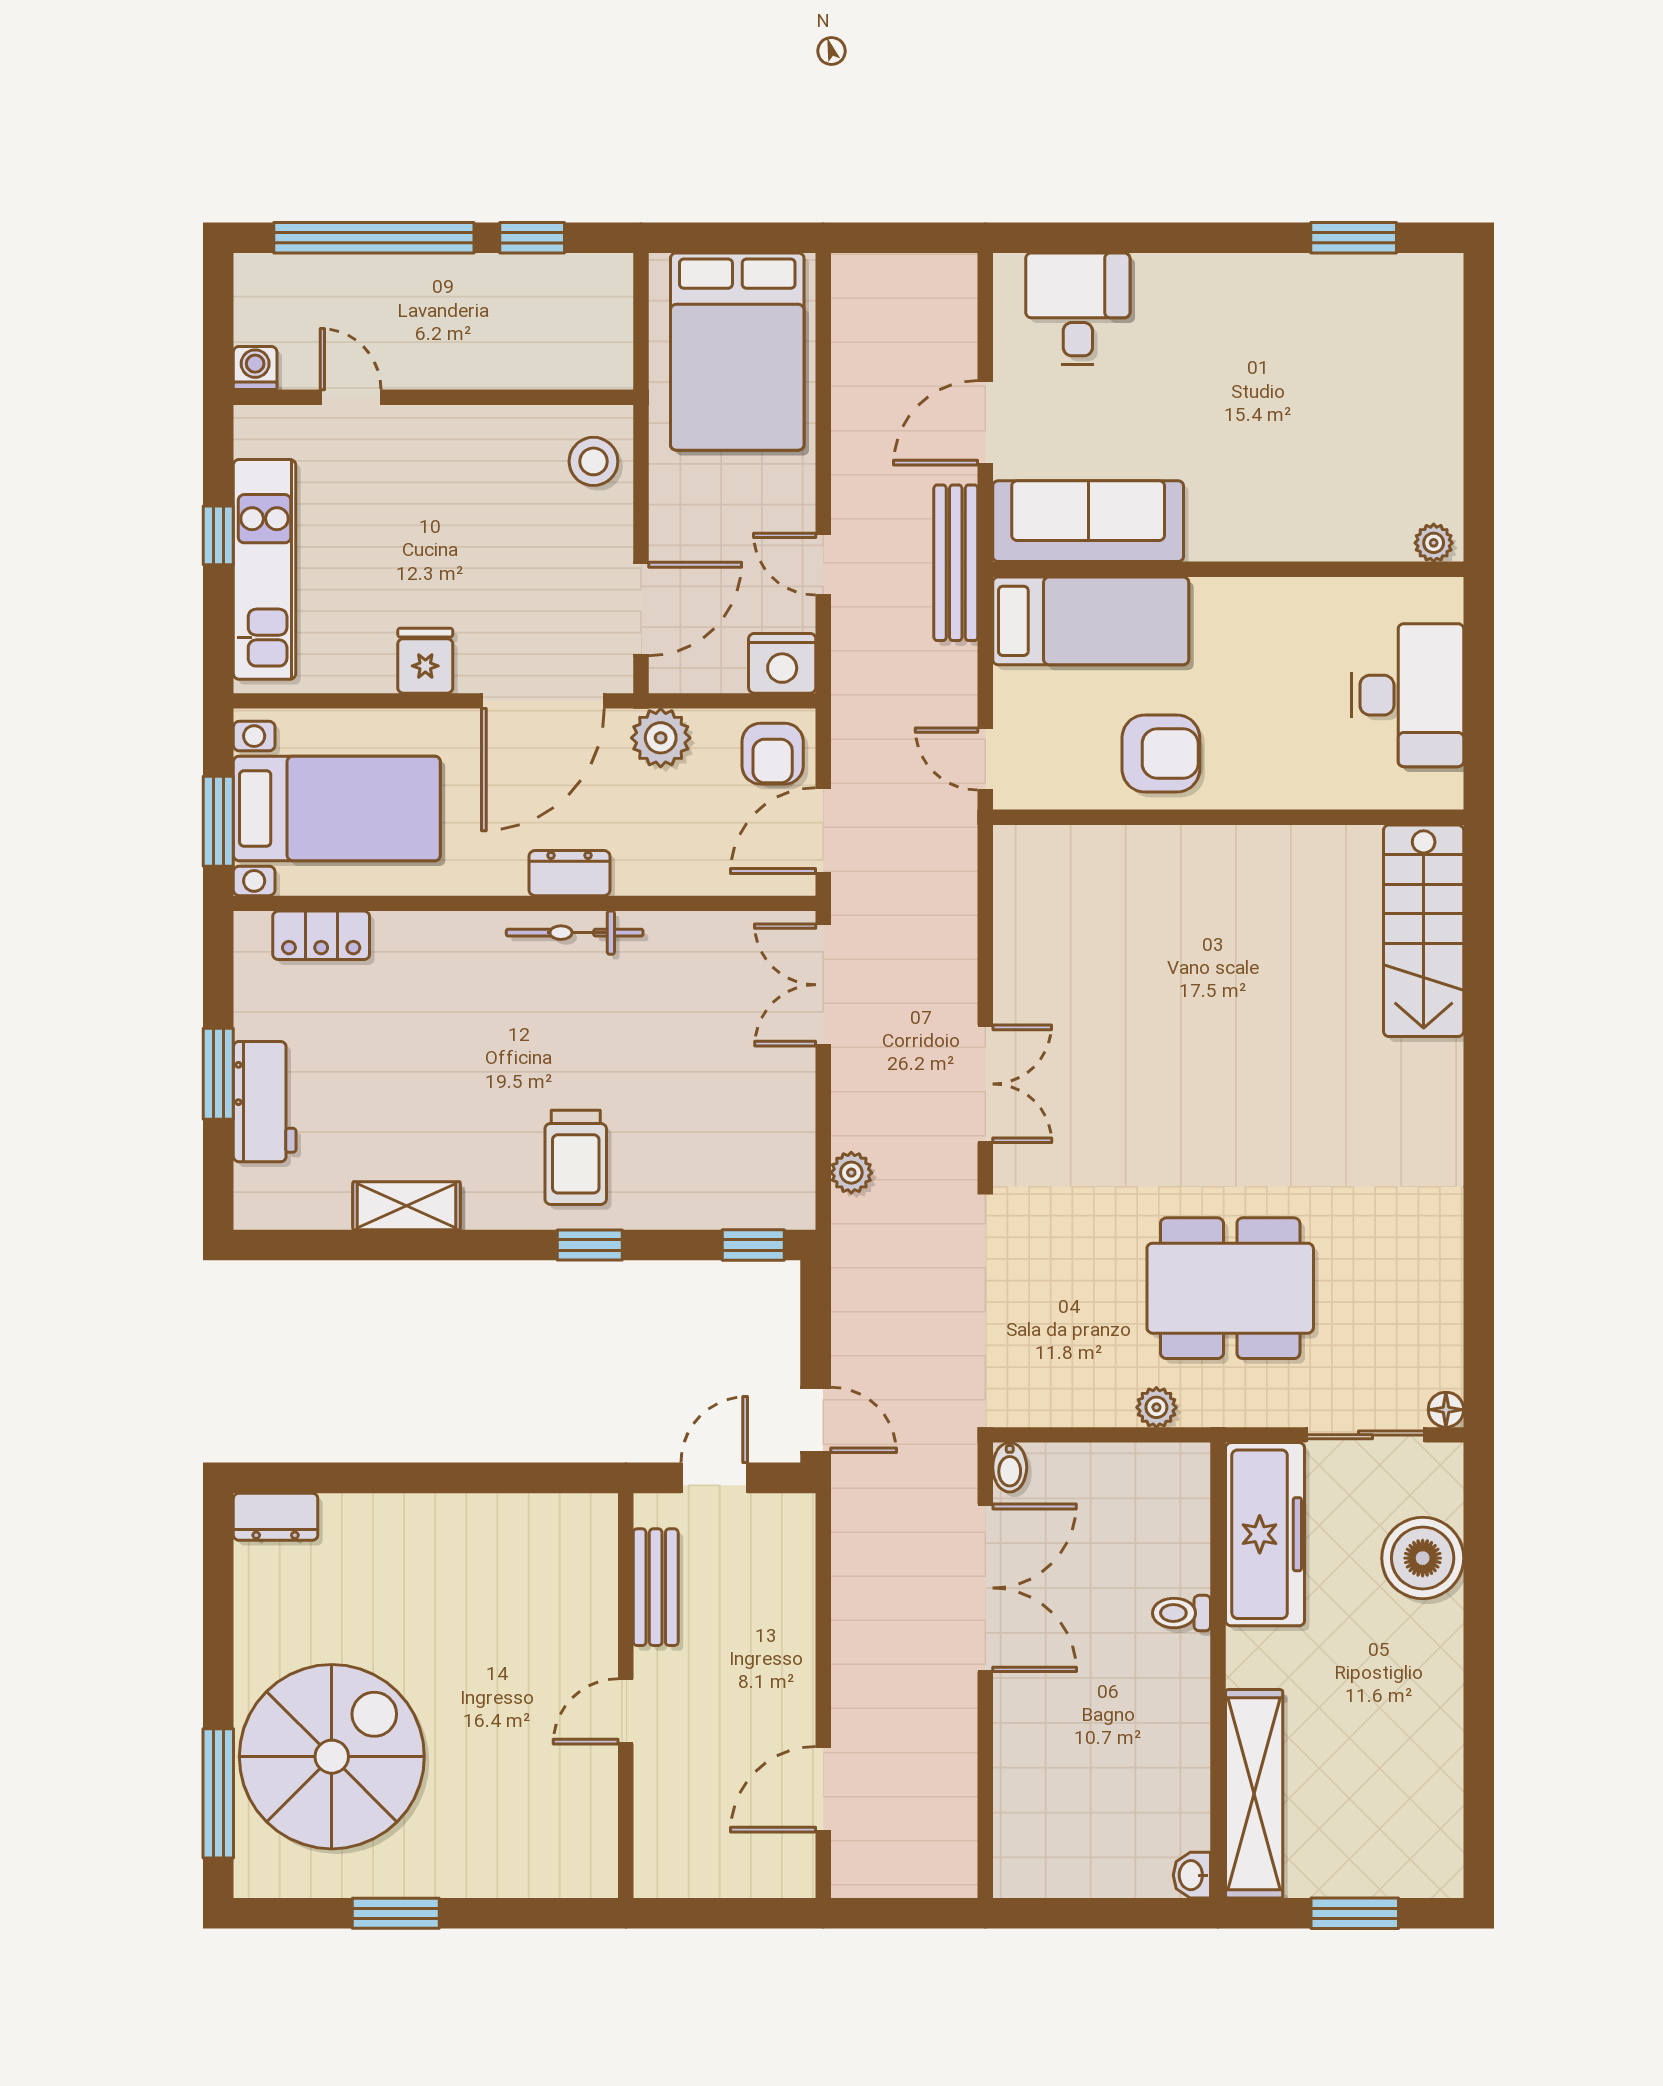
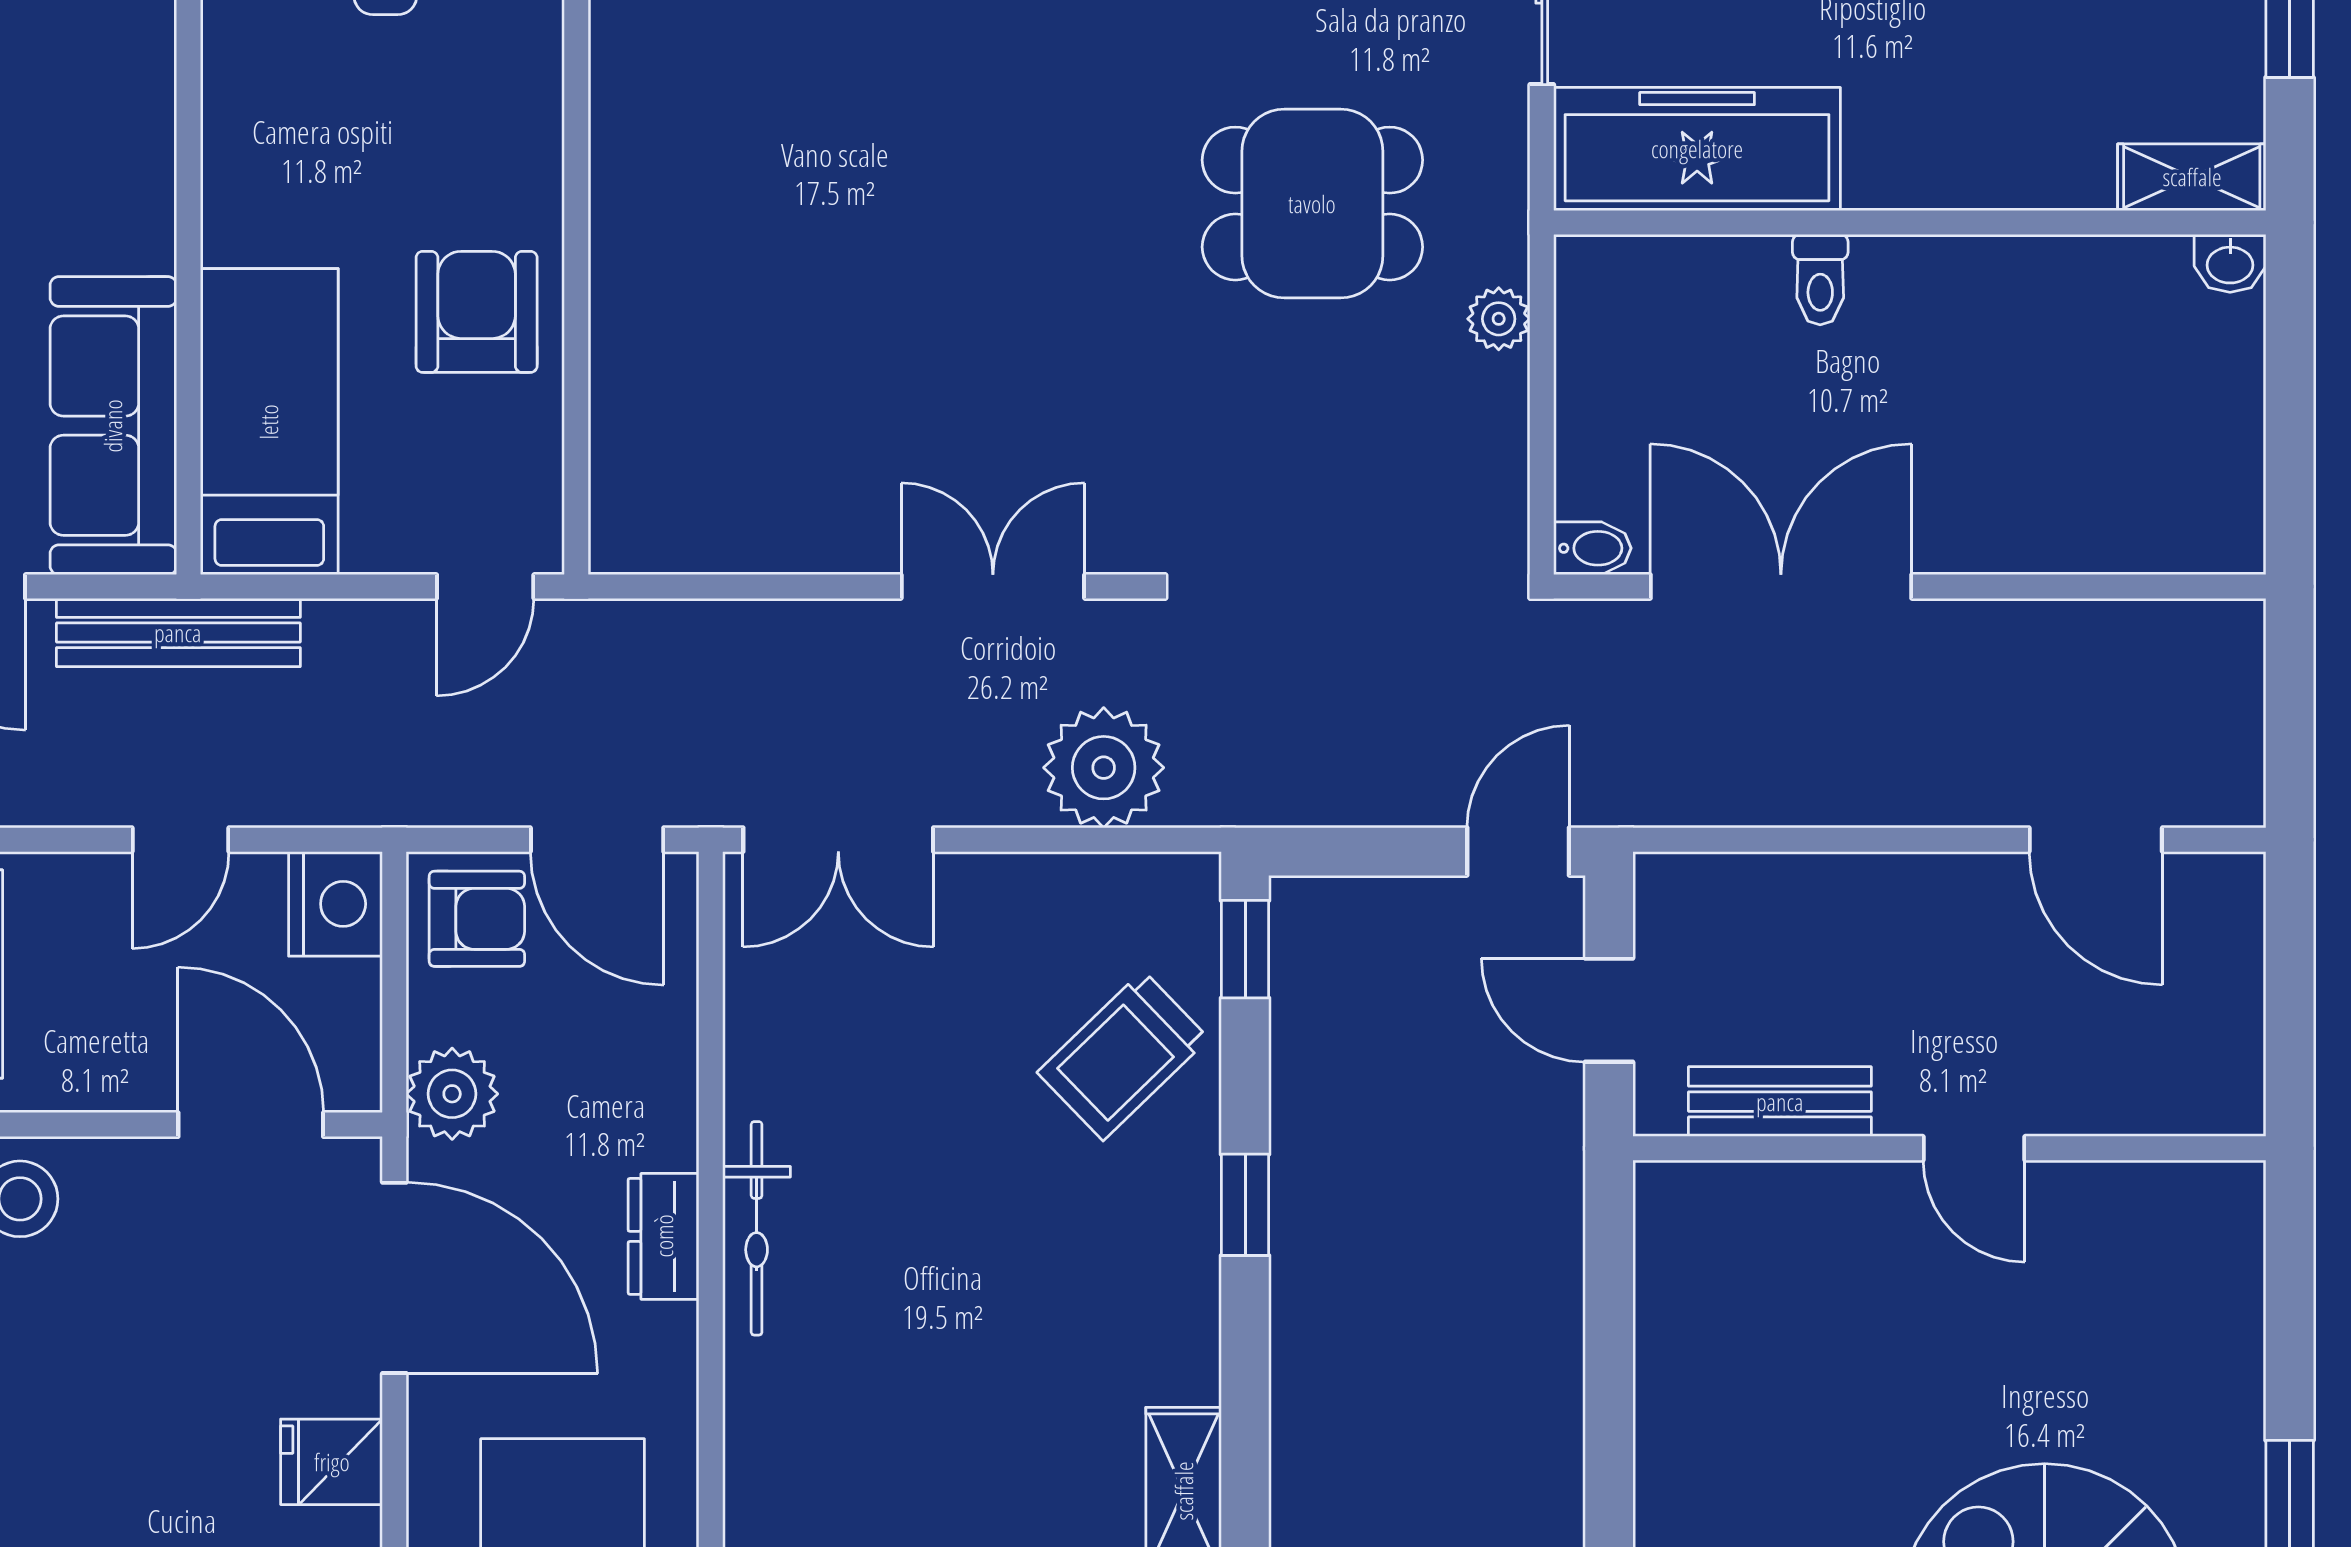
trolley: (576, 1157) -> (1123, 1055), moved, turned 136
plant: (851, 1173) -> (1104, 768), width x1.87, depth x1.87
dining table: (1230, 1288) -> (1312, 204), width x0.73
shelving: (1254, 1794) -> (2192, 177), width x0.45, depth x0.75

